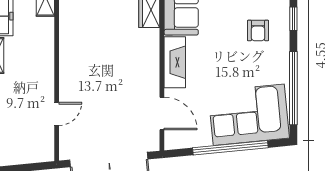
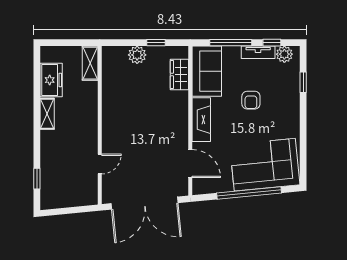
armchair: (258, 31) -> (251, 100), moved
window: (293, 88) -> (303, 142), removed

